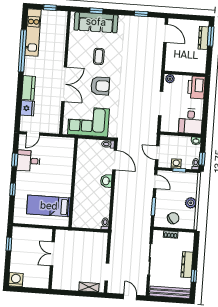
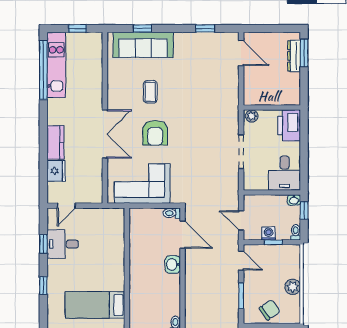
window: (22, 51) -> (43, 70), moved
armchair: (100, 86) -> (155, 133), turned 90
window: (202, 159) -> (304, 210), moved

